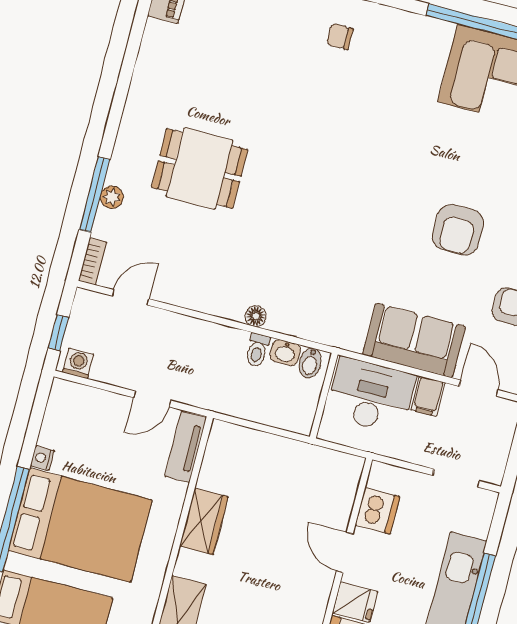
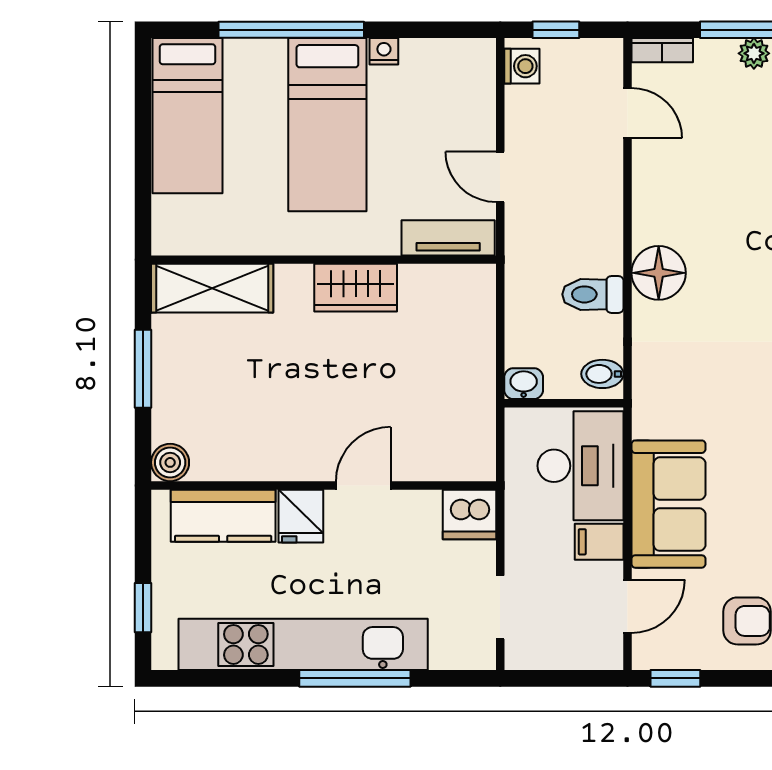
floor lamp: (256, 316) -> (659, 273), width x1.89, depth x1.89
toilet: (257, 350) -> (593, 294), width x1.37, depth x1.39
washbasin: (285, 353) -> (524, 384), moved, turned 90
dishwasher: (378, 511) -> (469, 514), moved
bed: (80, 525) -> (327, 125), width x0.67

